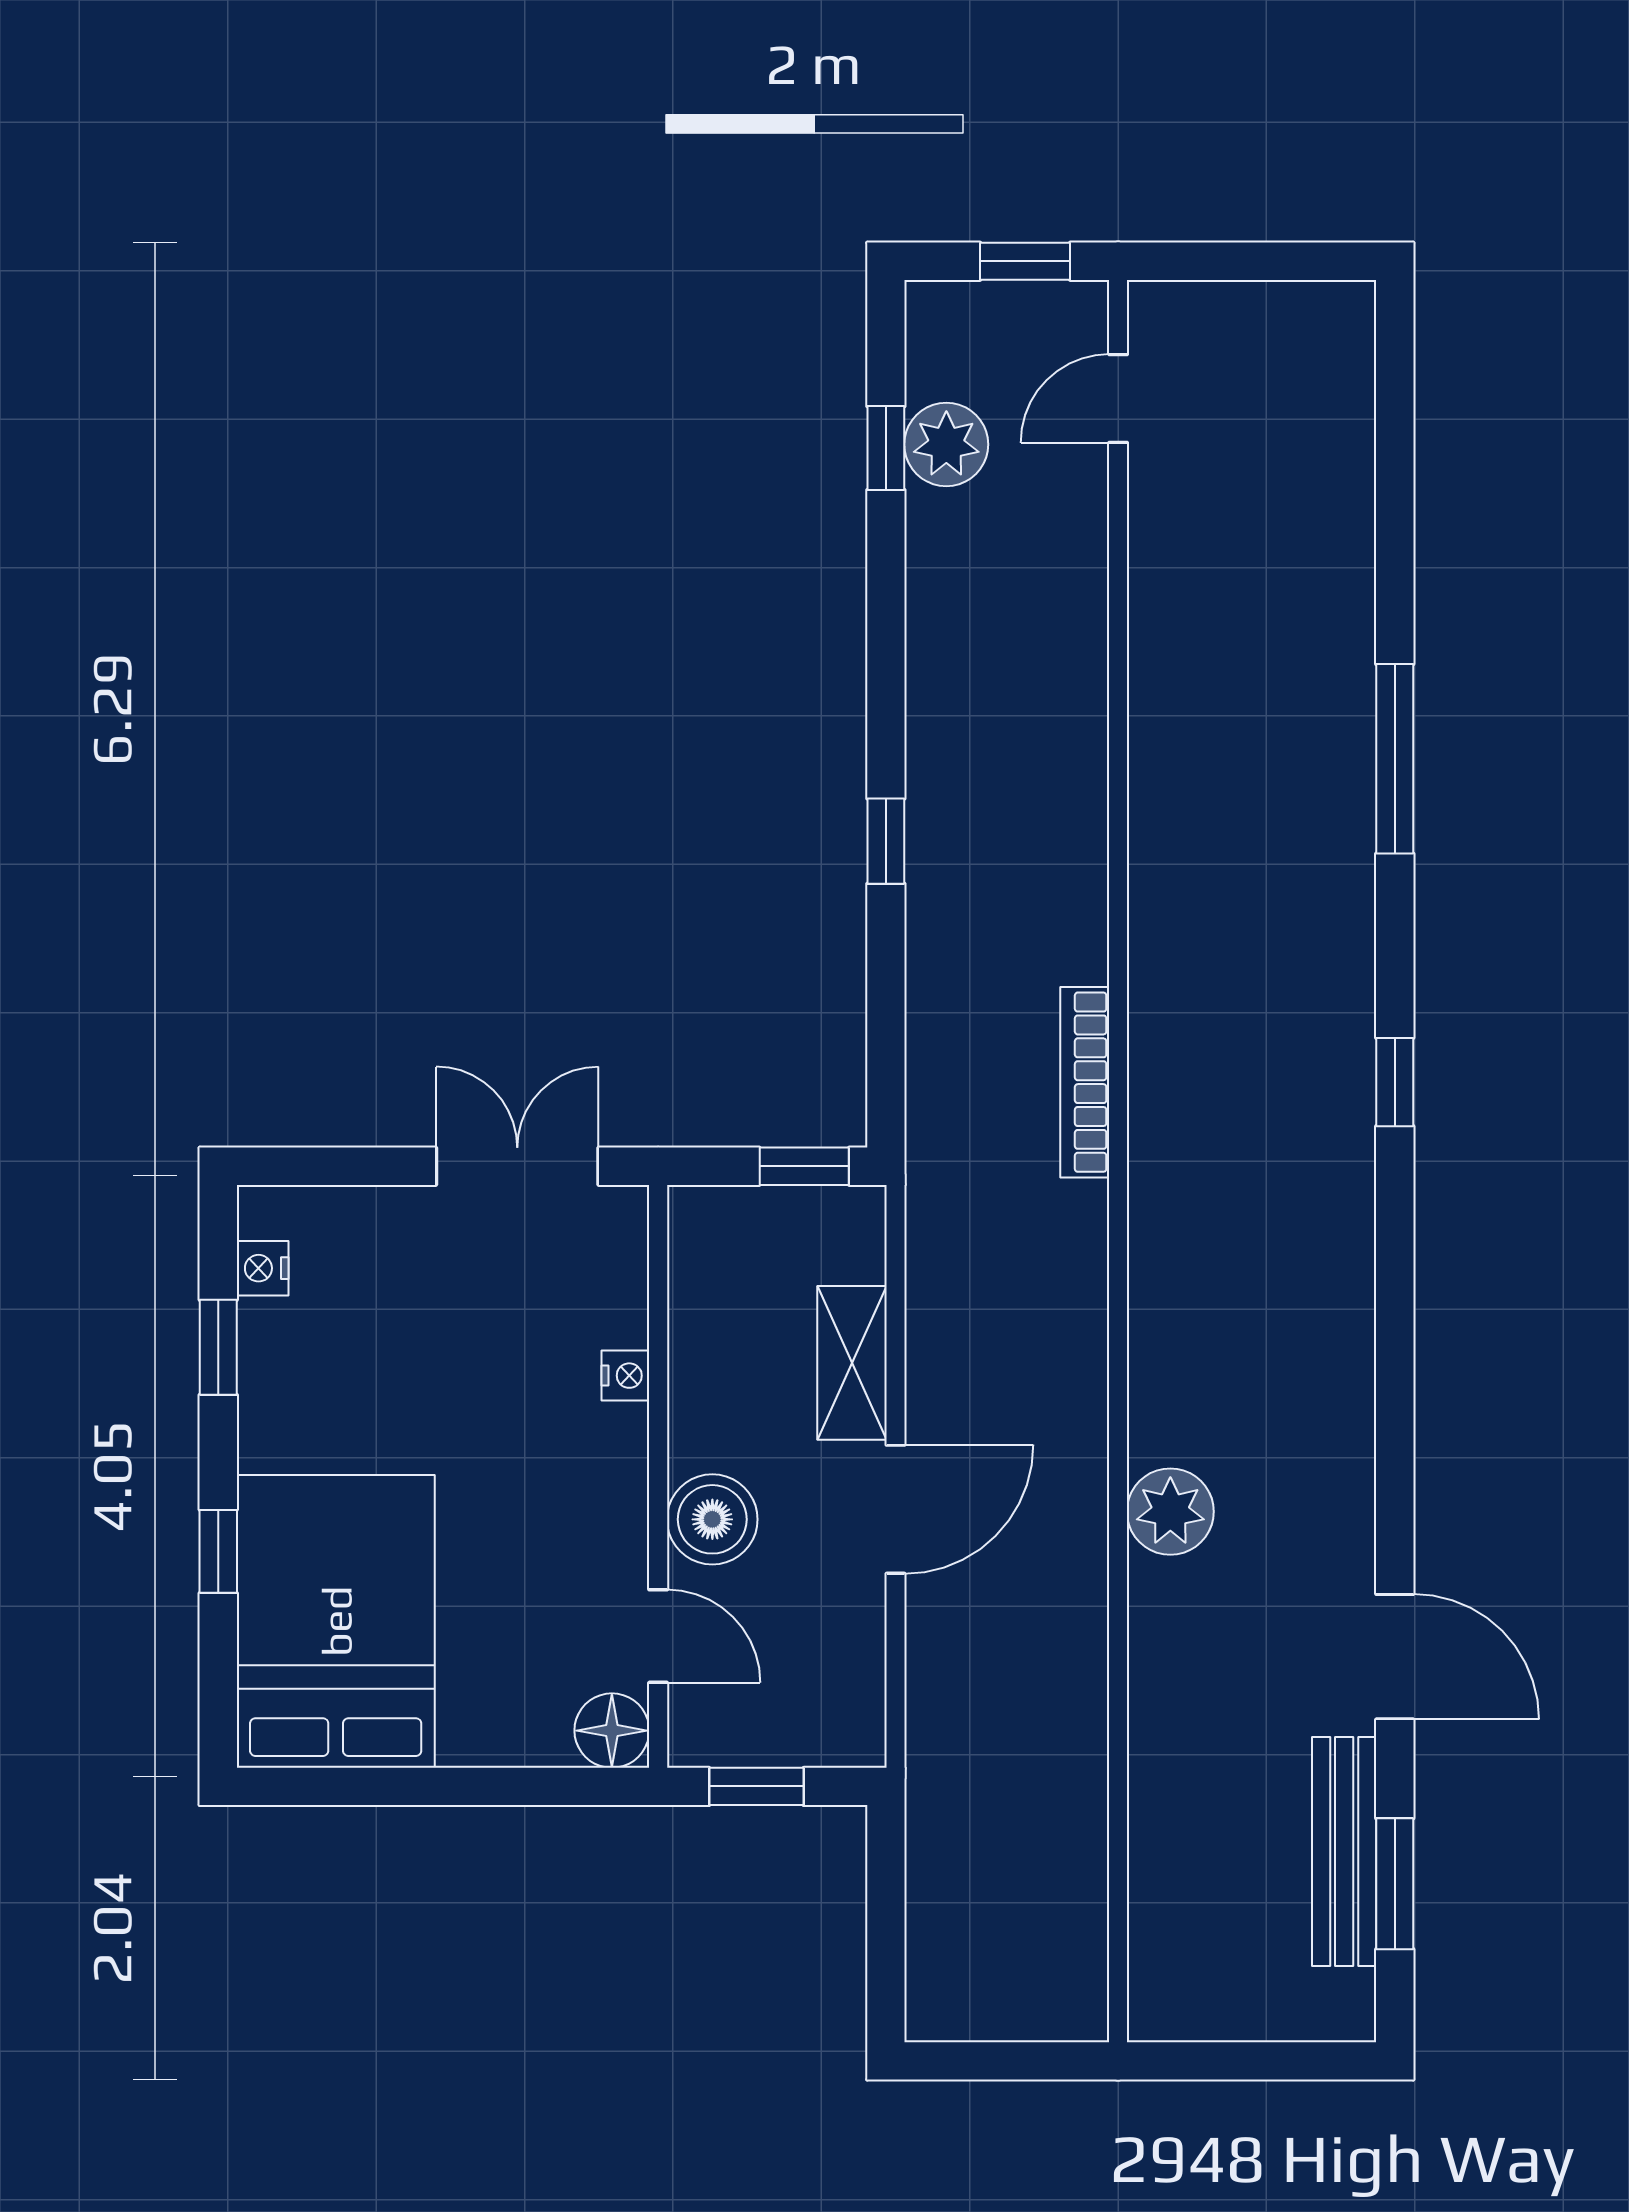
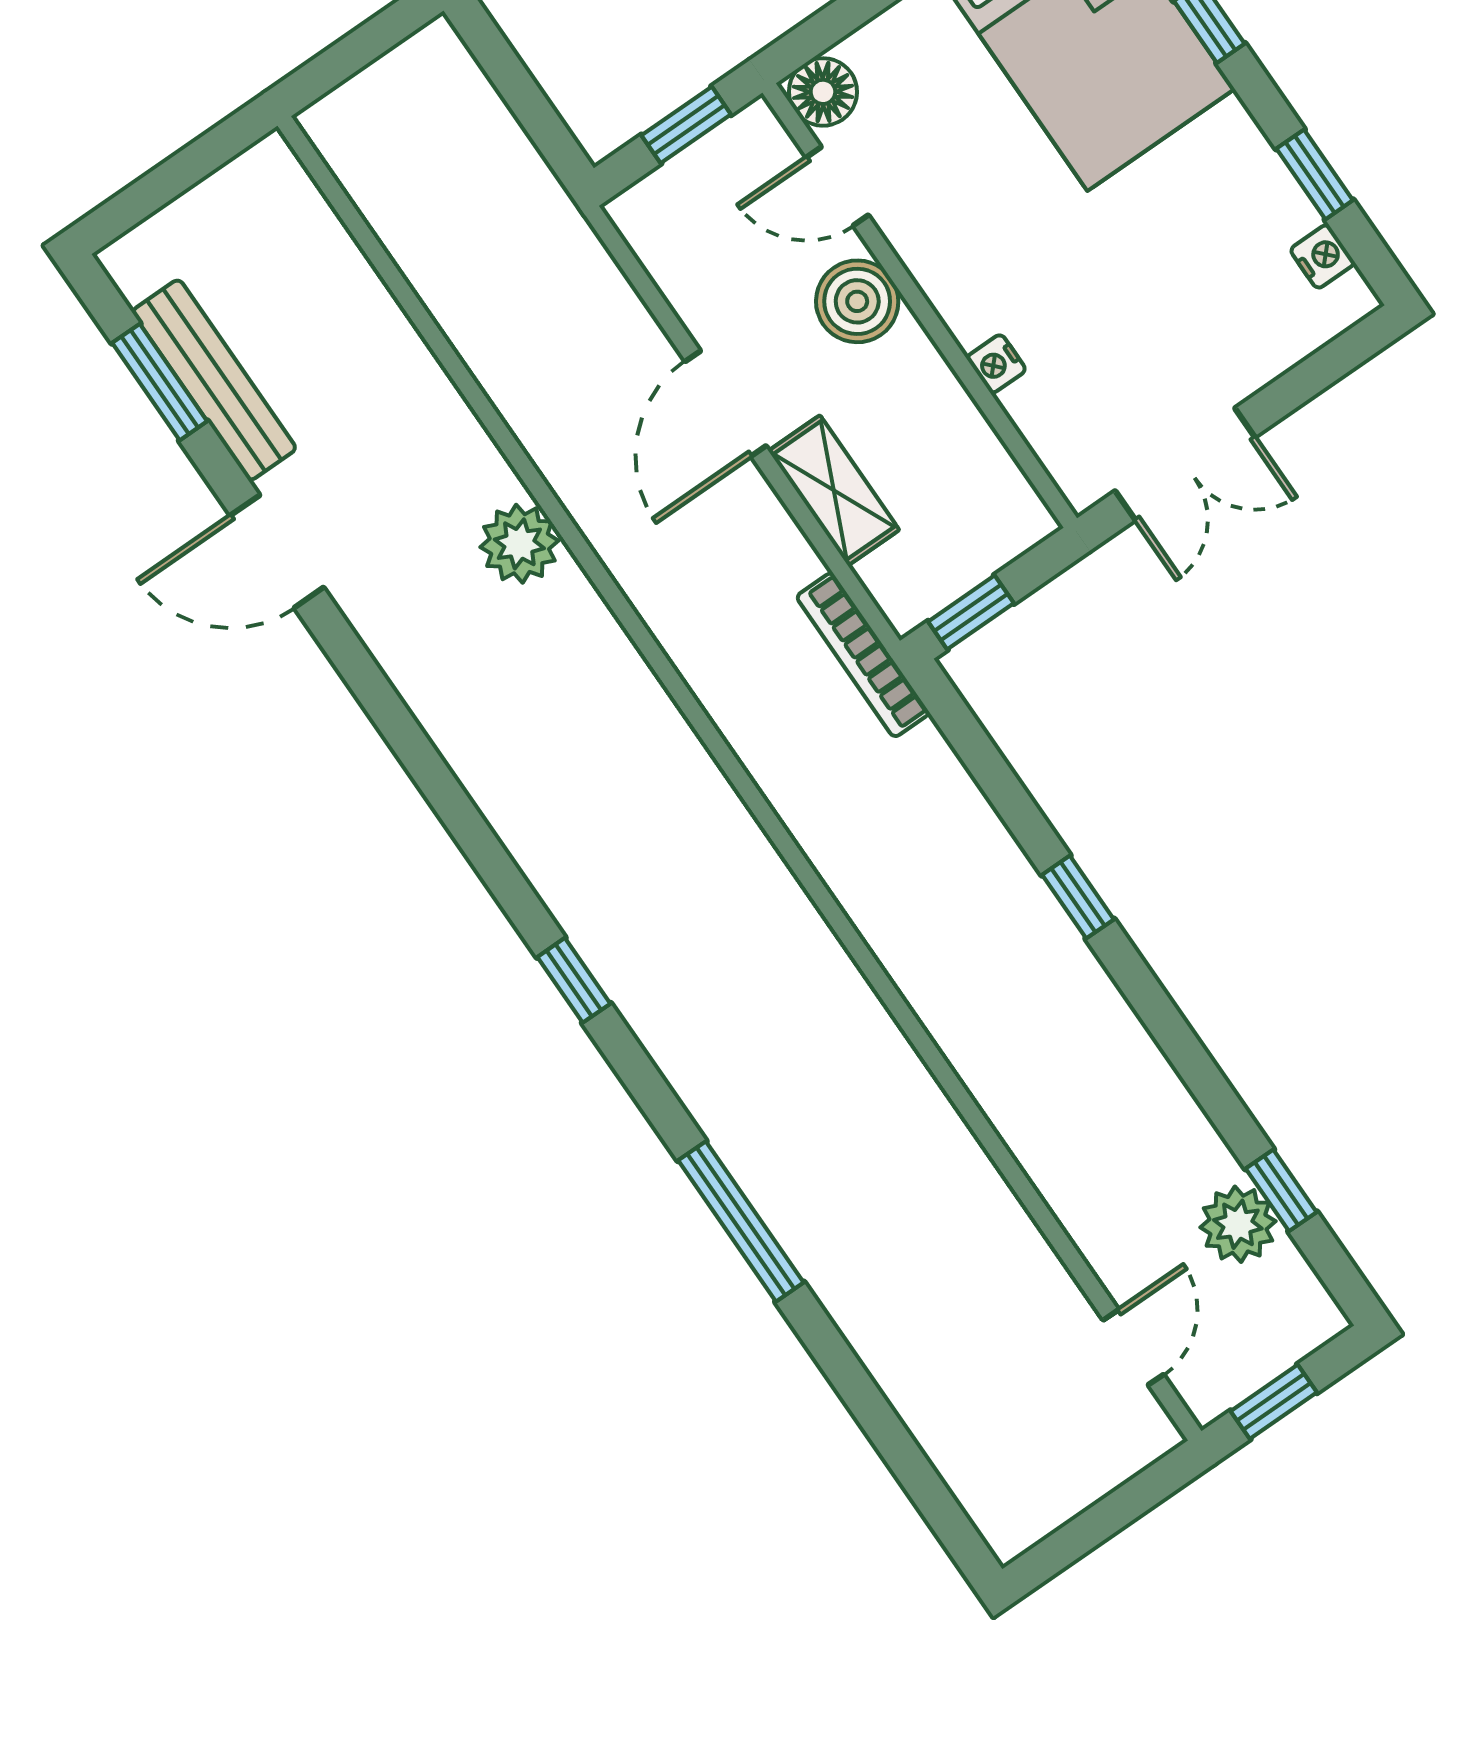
bookcase: (1085, 1082) -> (863, 655), moved, turned 180

